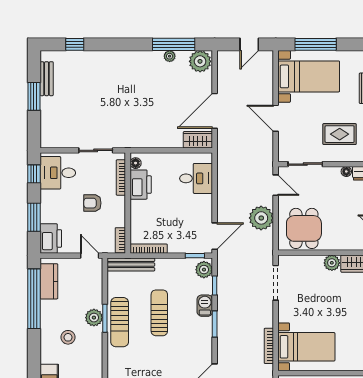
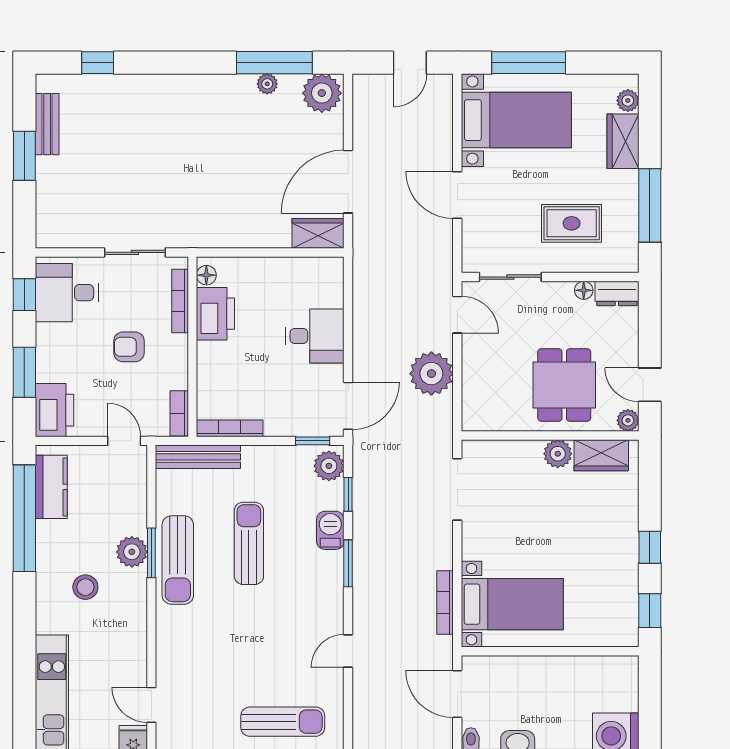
desk: (196, 178) -> (315, 336), moved
dining table: (304, 228) -> (564, 385), moved

